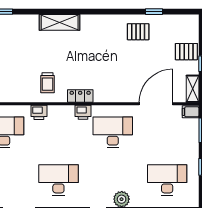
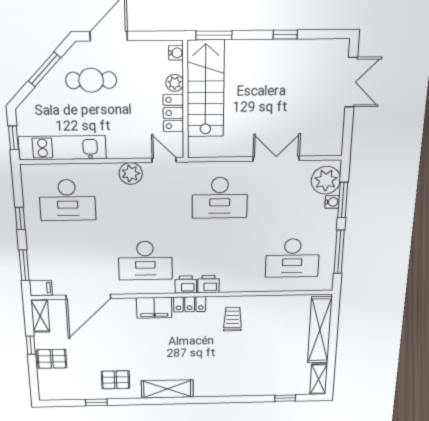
shelving: (60, 22) -> (167, 389), moved
filing cabinet: (107, 94) -> (154, 308), added
printer: (39, 112) -> (208, 284), moved

